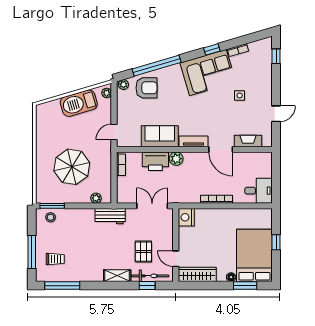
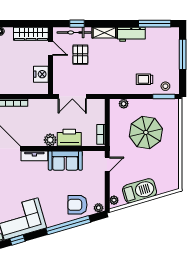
workbench: (110, 216) -> (131, 34), moved, turned 180
nightstand: (186, 217) -> (41, 74), moved
trolley: (55, 259) -> (144, 79), moved

